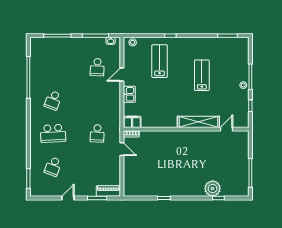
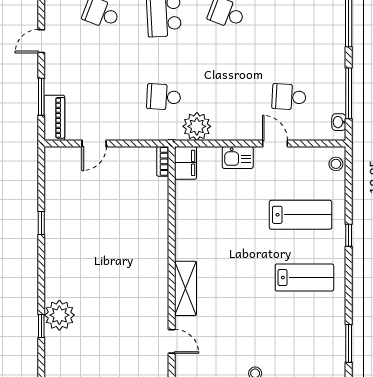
lab bench: (202, 75) -> (304, 277), moved
plant: (113, 116) -> (197, 126), added
shelving: (198, 122) -> (185, 288), width x0.68
door: (122, 149) -> (94, 144), moved
door: (68, 198) -> (41, 41), swing flipped

